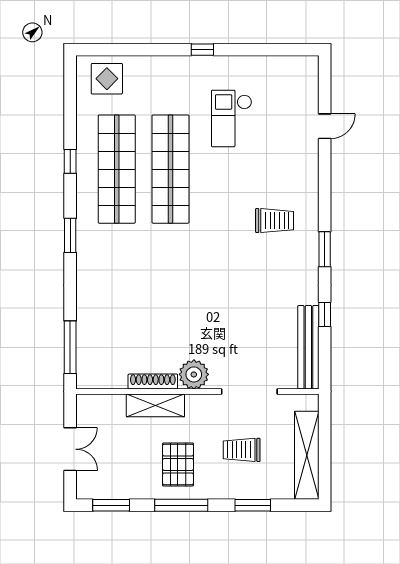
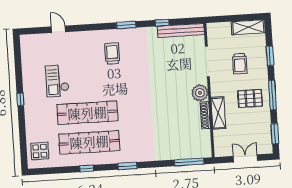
checkout: (232, 118) -> (57, 81), turned 90
shelving: (307, 455) -> (248, 27), width x0.68

